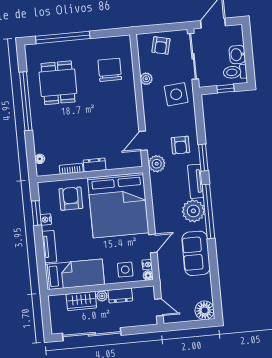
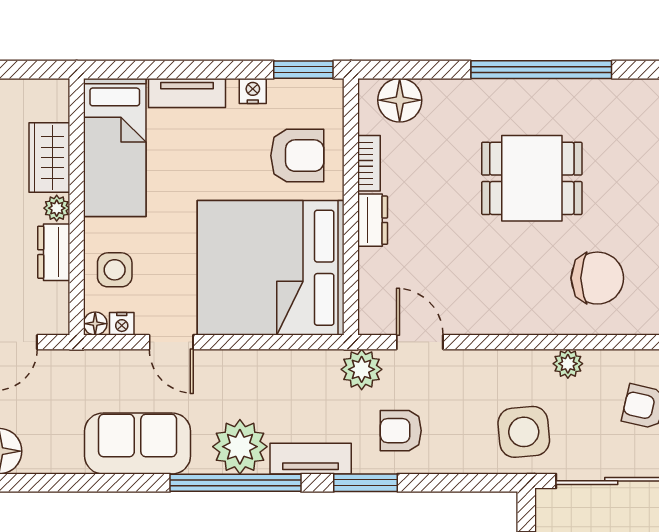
dining table: (58, 83) -> (532, 178), moved
floor lamp: (40, 159) -> (400, 100), width x1.89, depth x1.89
window: (36, 213) -> (303, 70), moved

